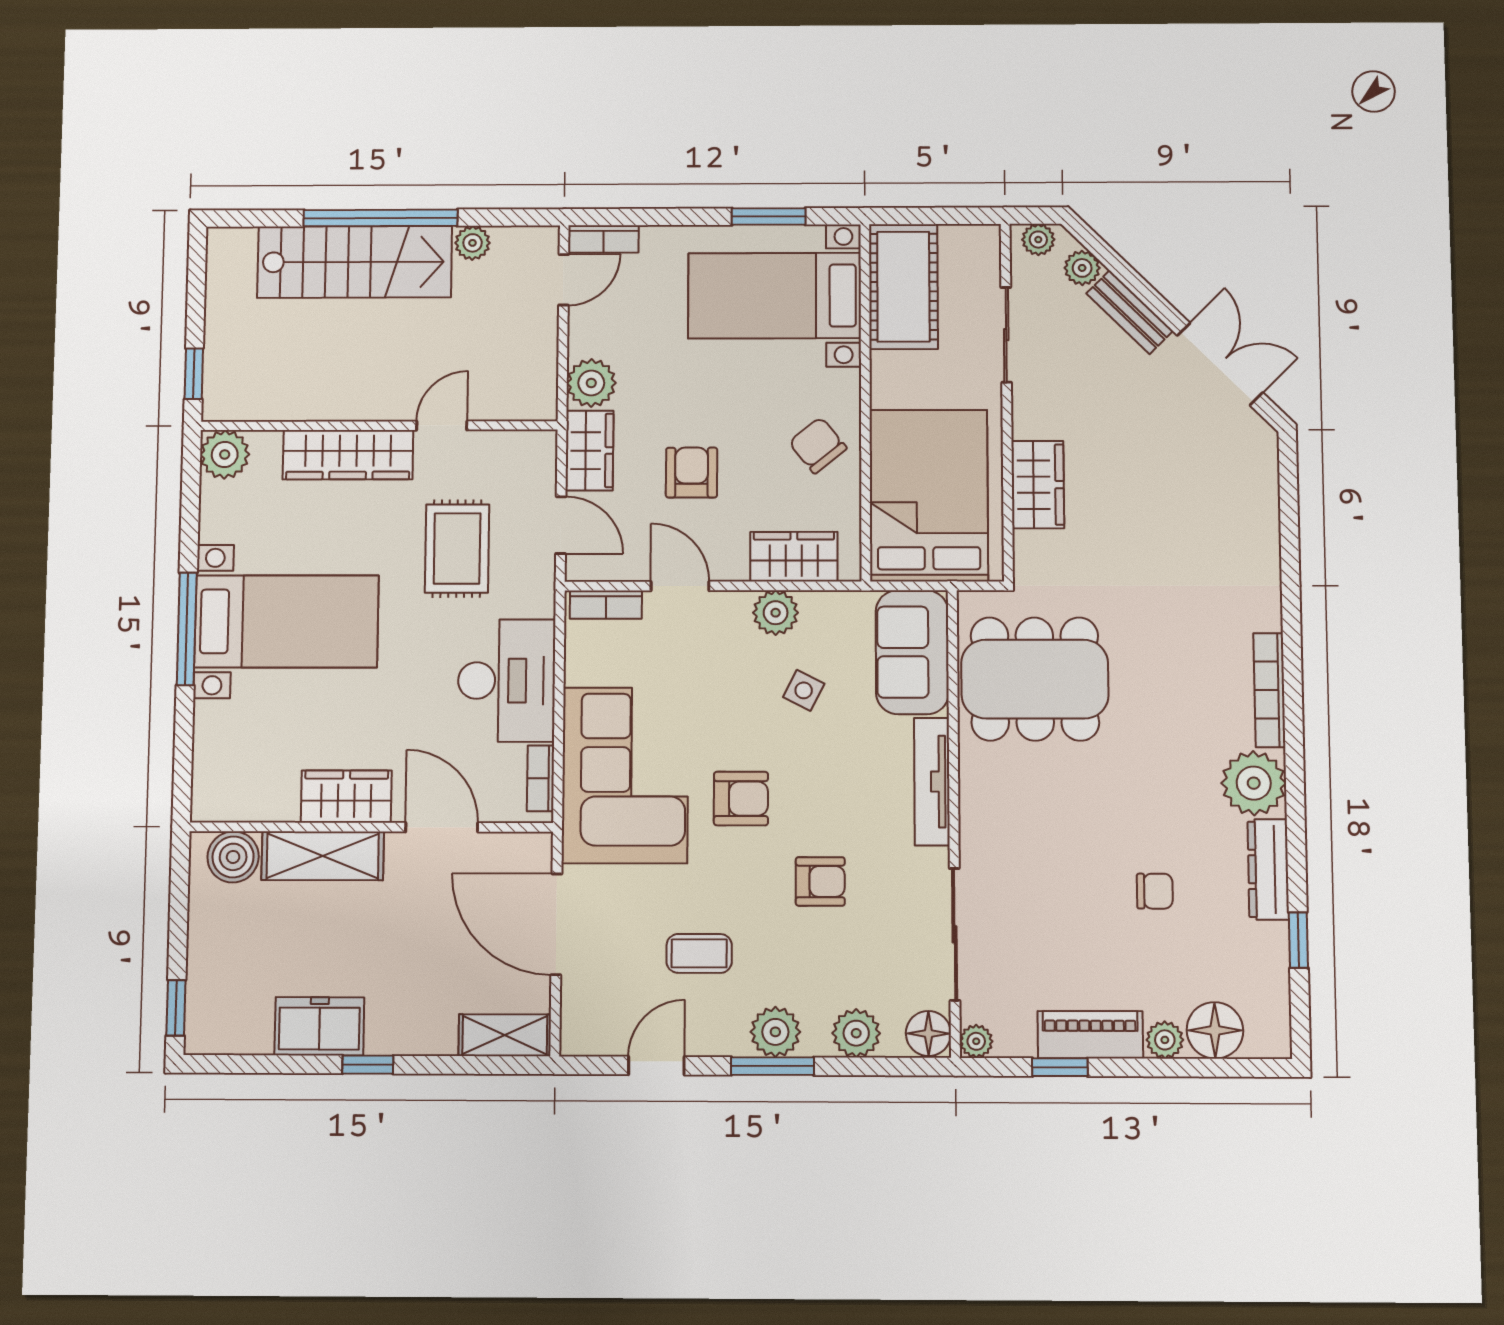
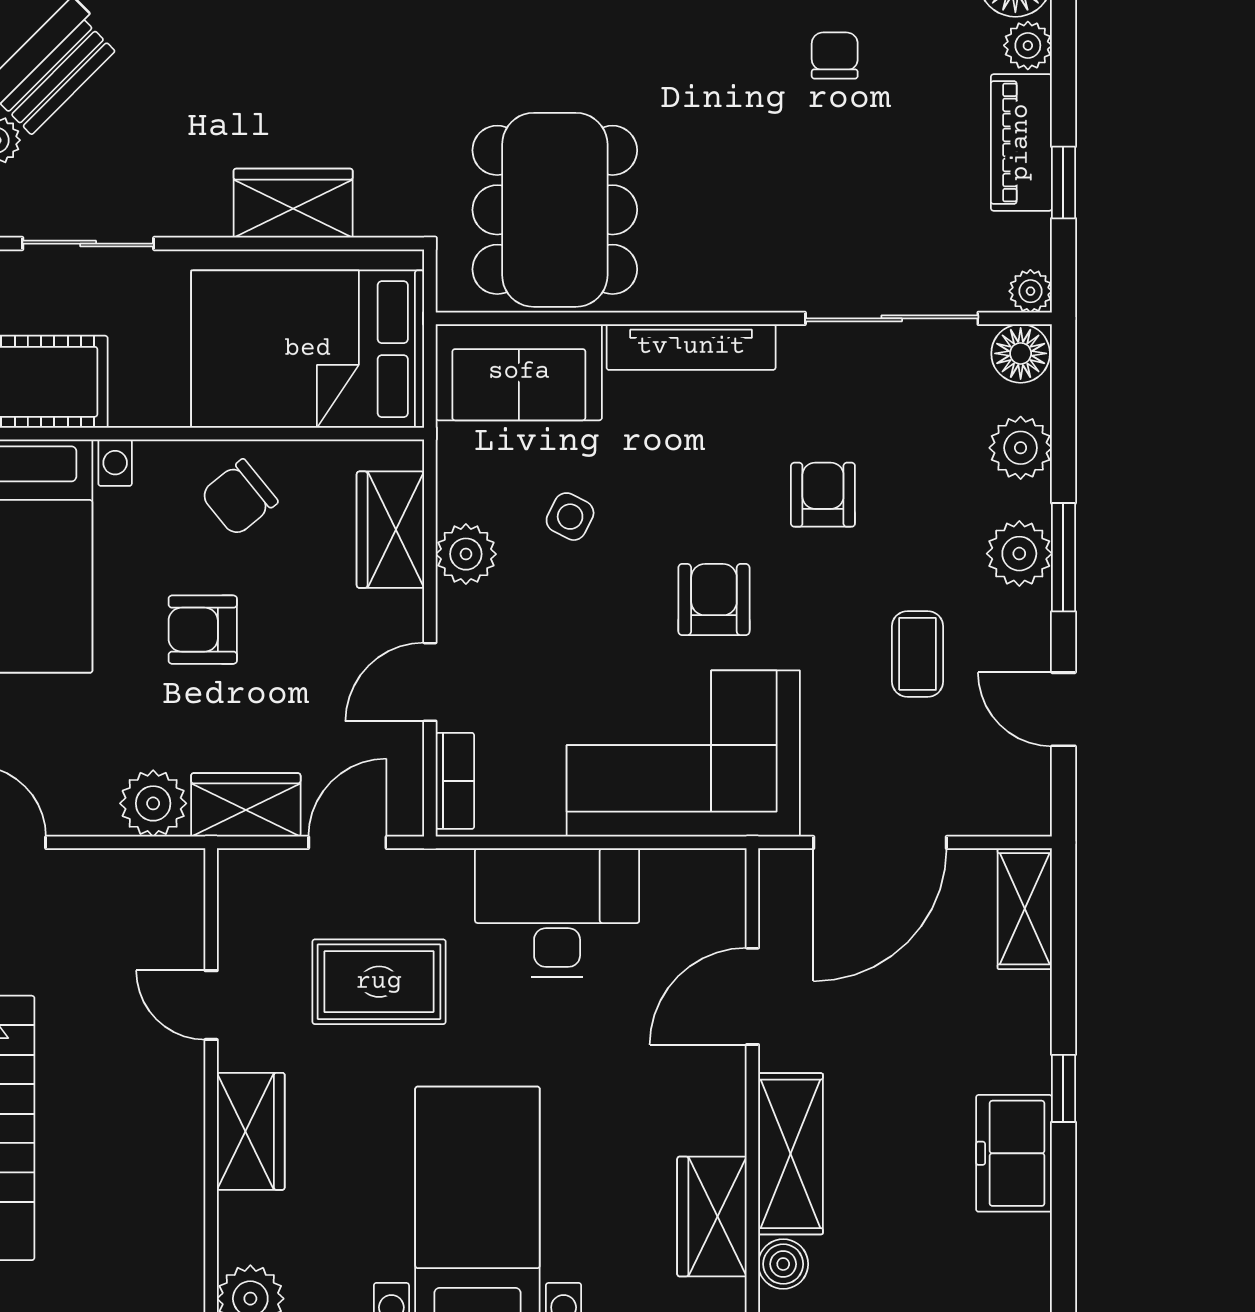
wardrobe: (348, 455) -> (251, 1131), width x0.67
armchair: (692, 473) -> (203, 630), moved
bookcase: (541, 778) -> (688, 866), removed
wardrobe: (346, 797) -> (712, 1217), moved
boiler: (233, 857) -> (783, 1264), width x0.73, depth x0.73

